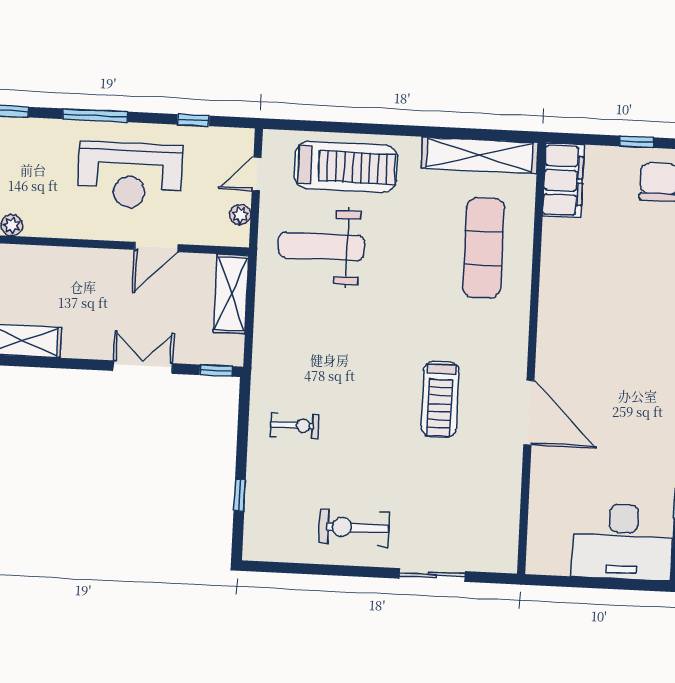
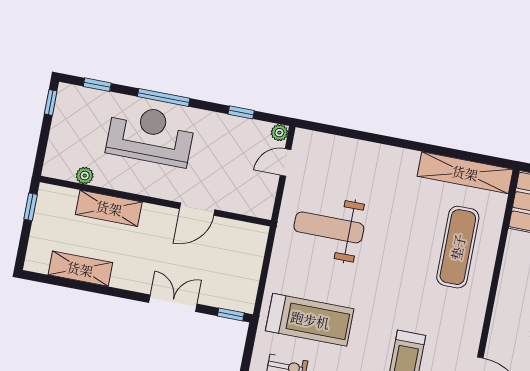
treadmill: (346, 167) -> (310, 320), moved
reception desk: (130, 175) -> (151, 135), moved, turned 180
plant: (240, 215) -> (279, 133), moved
shelving: (231, 294) -> (109, 208), moved, turned 90

